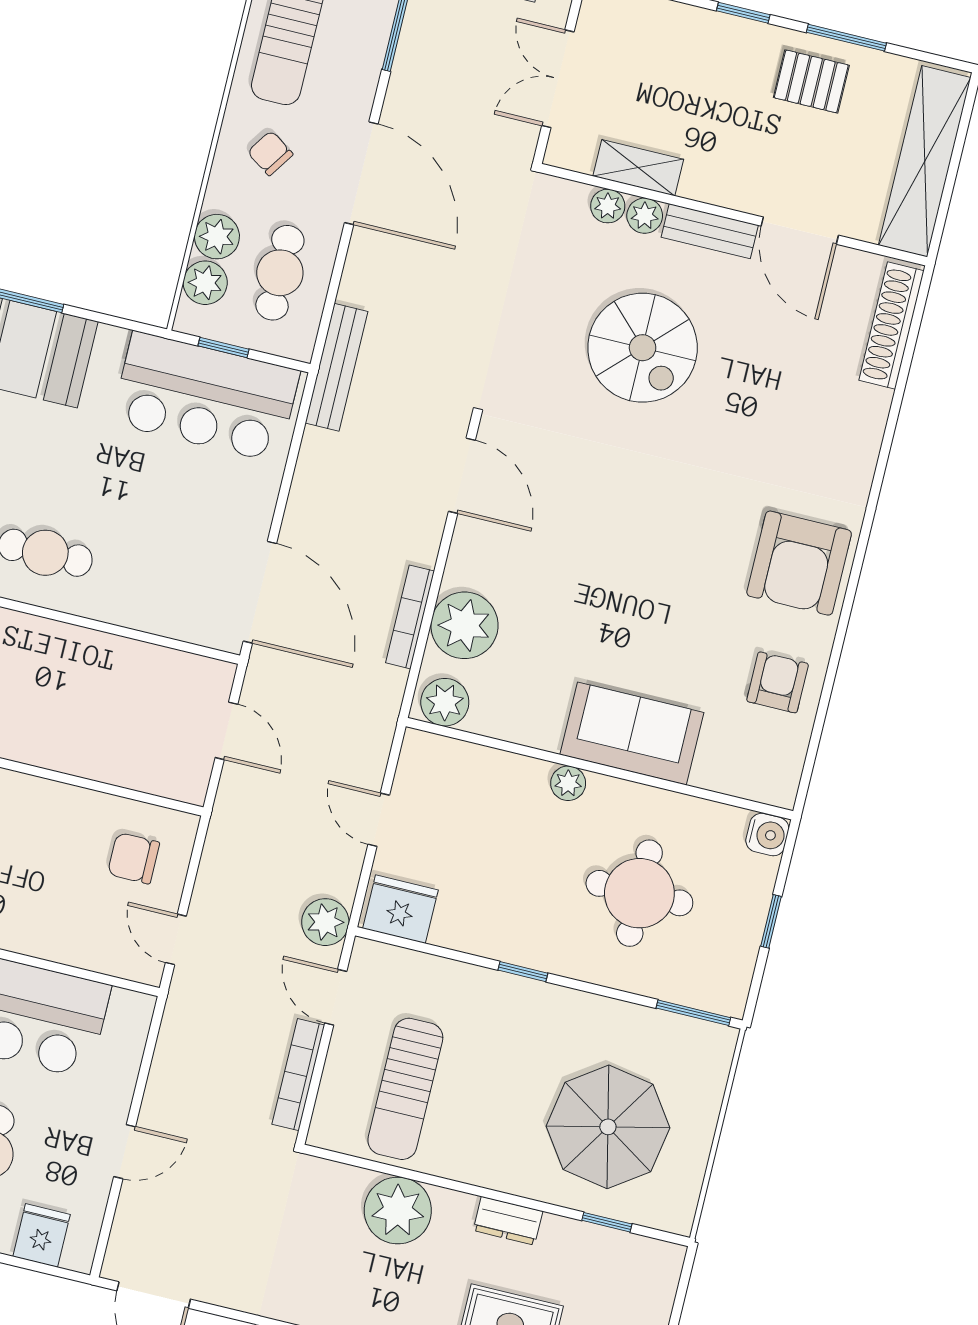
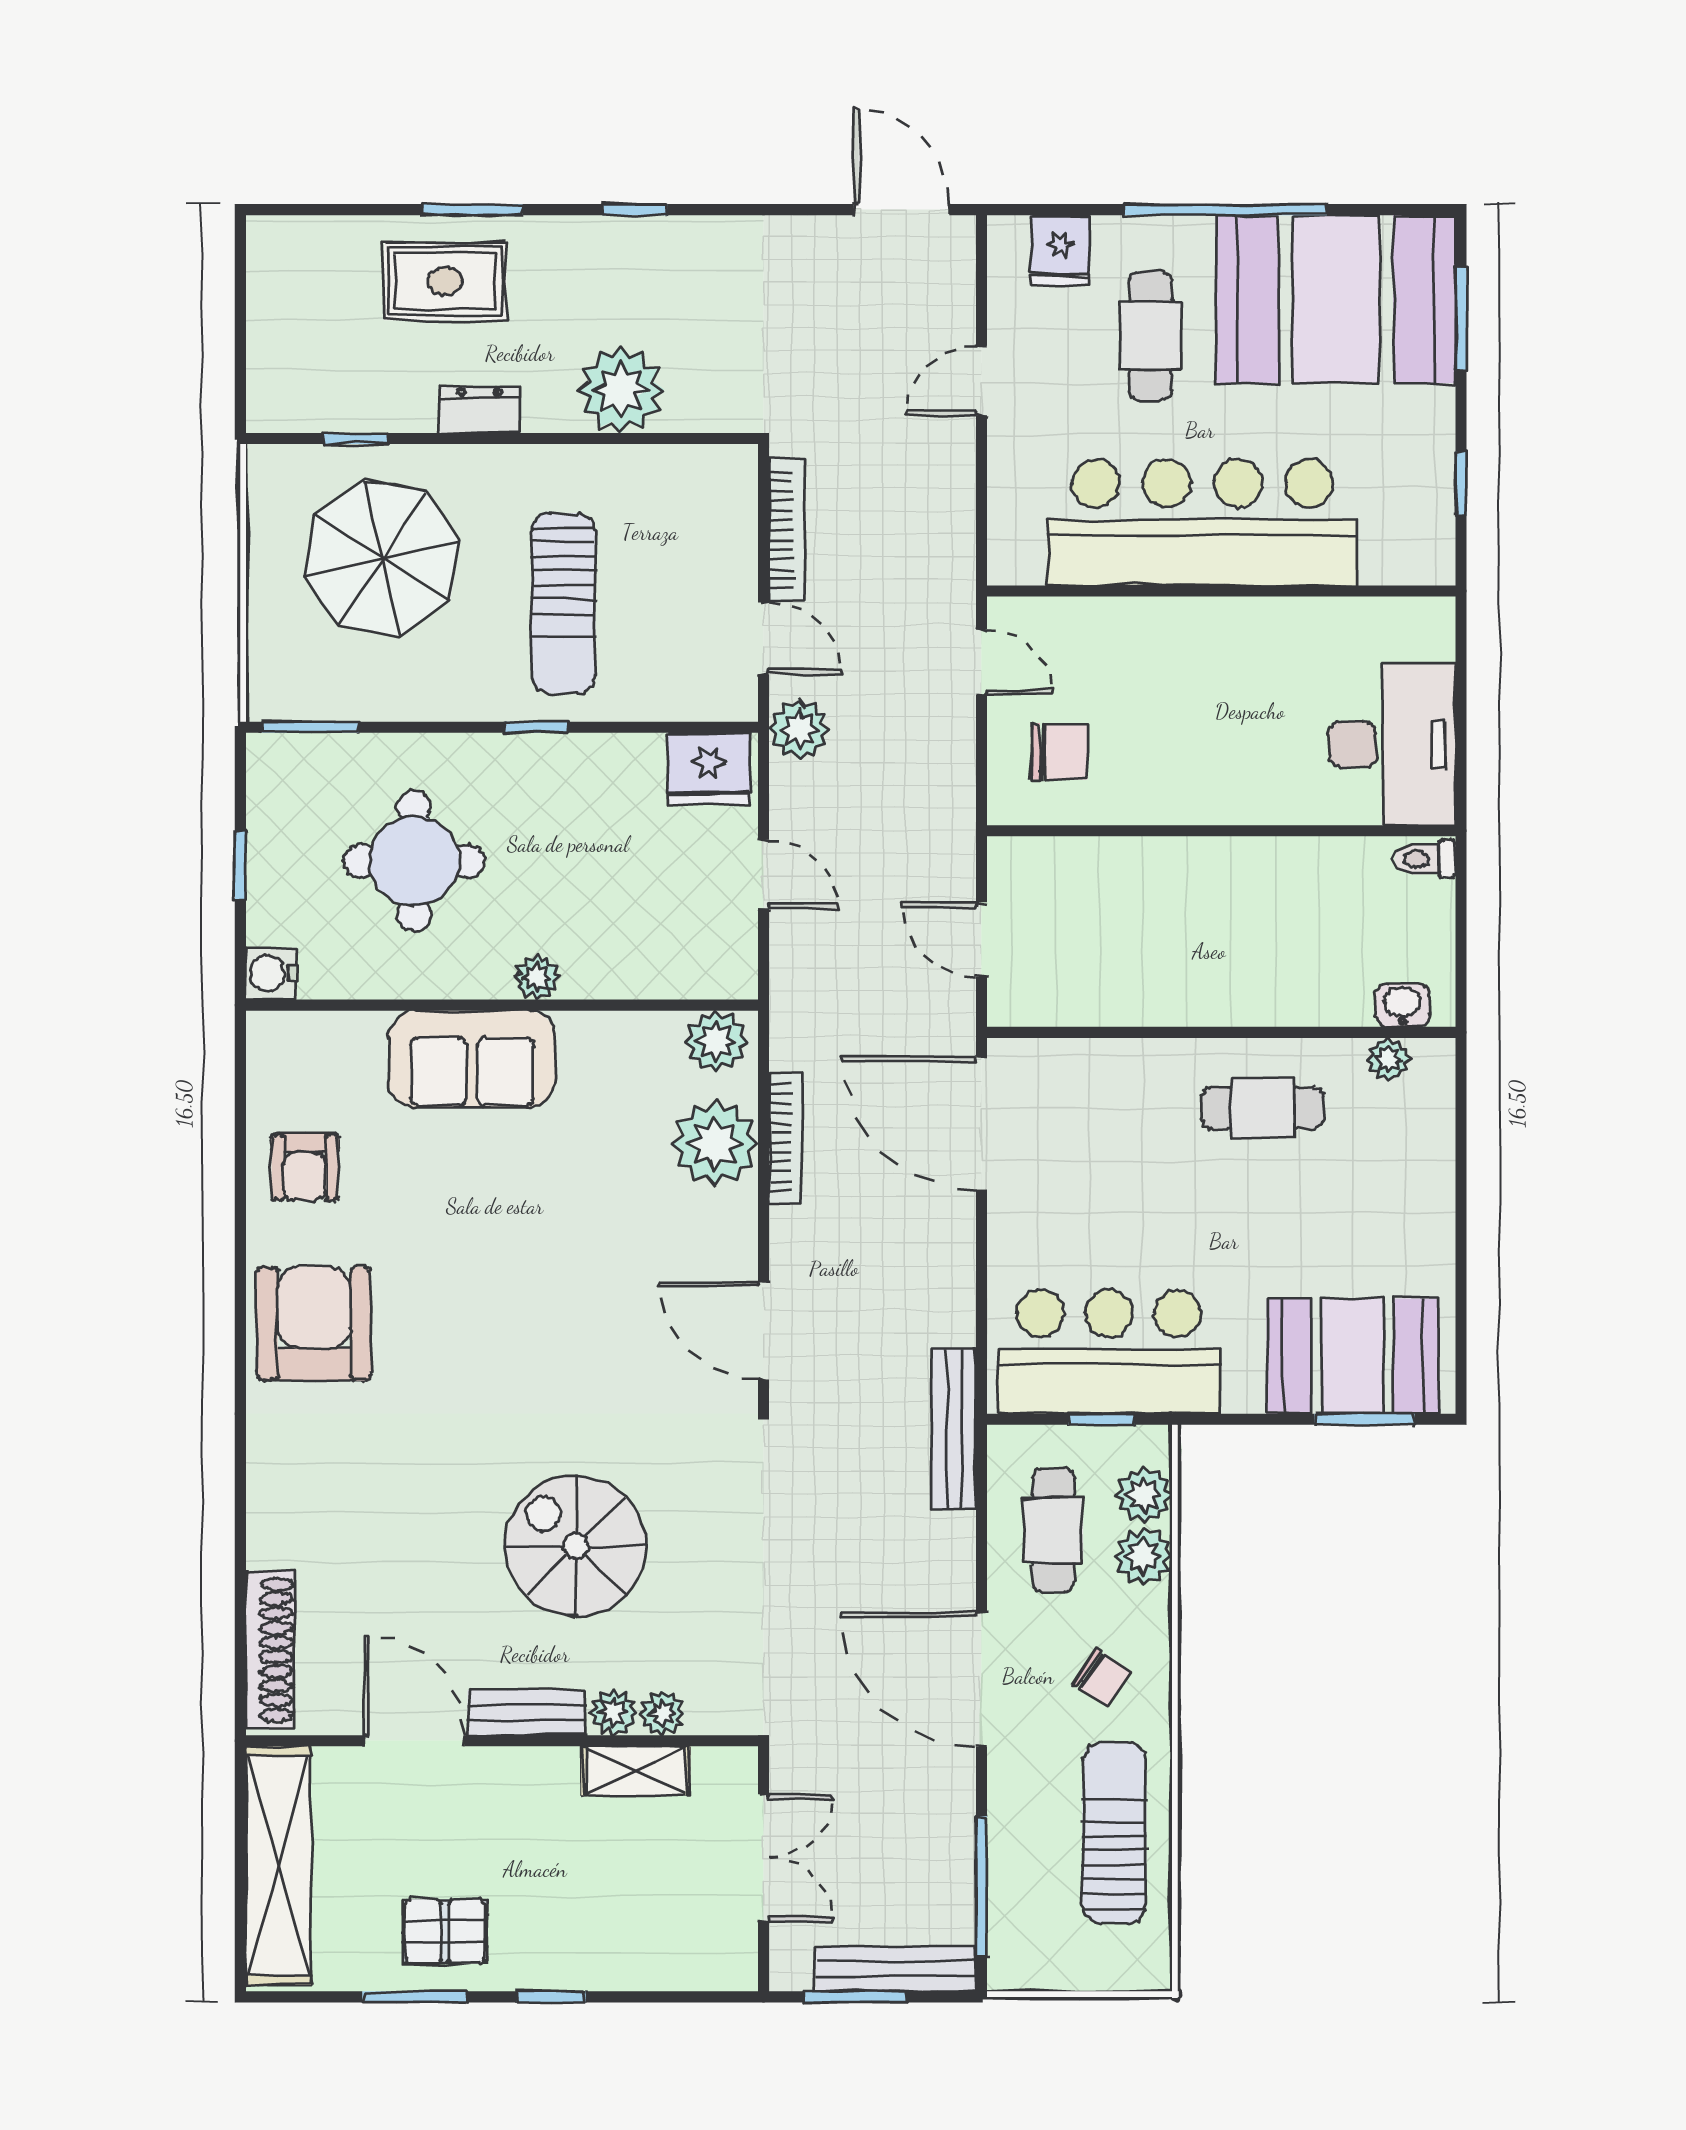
sun lounger: (405, 1089) -> (564, 603), moved, turned 180

